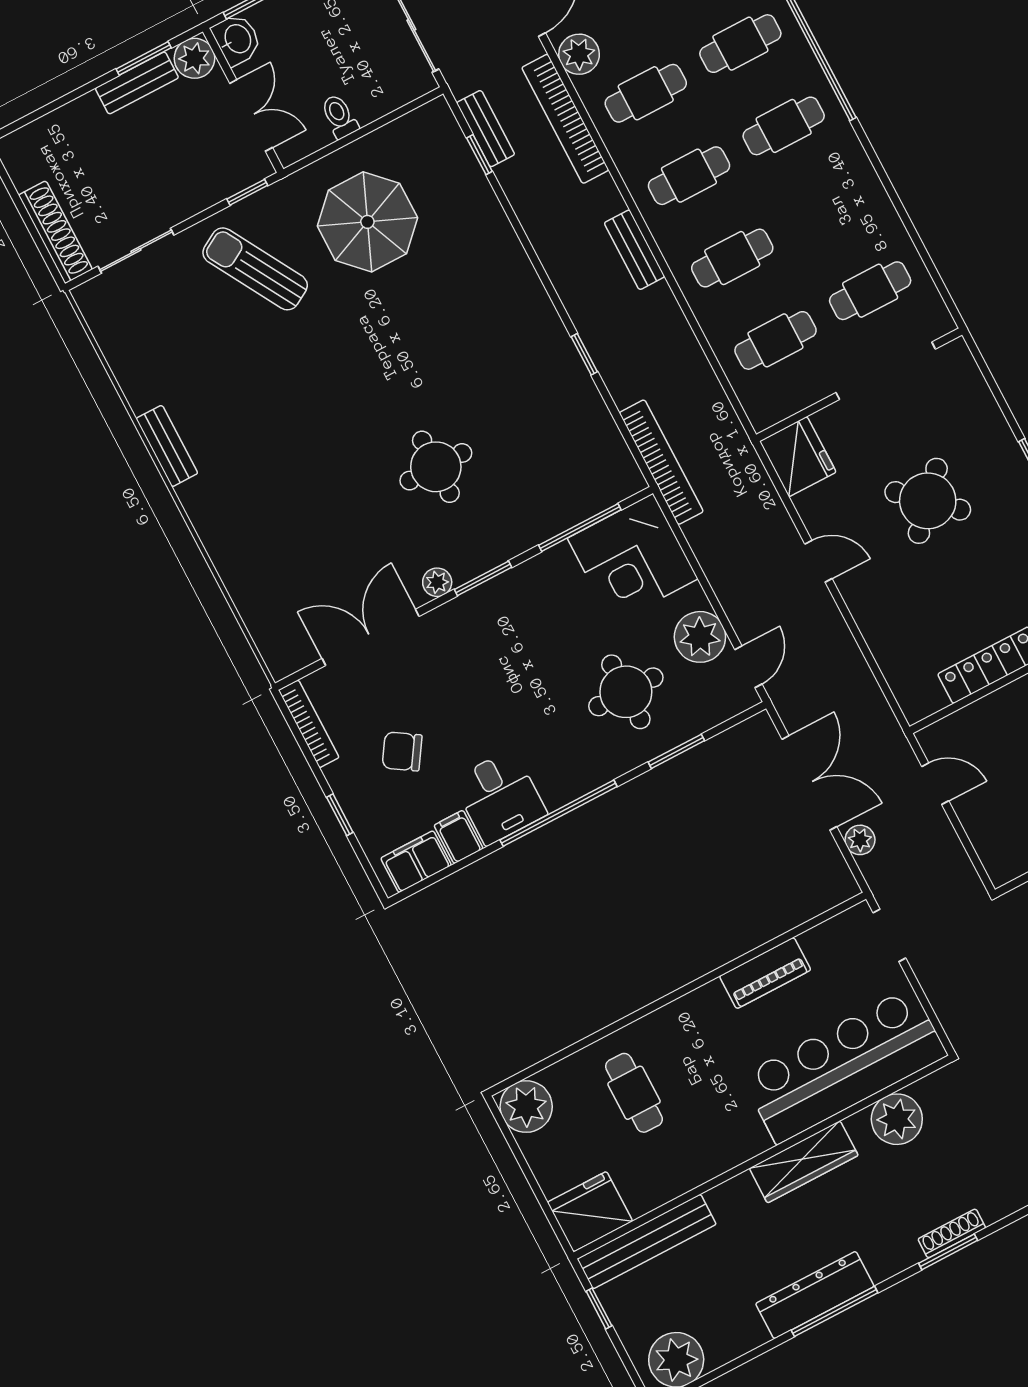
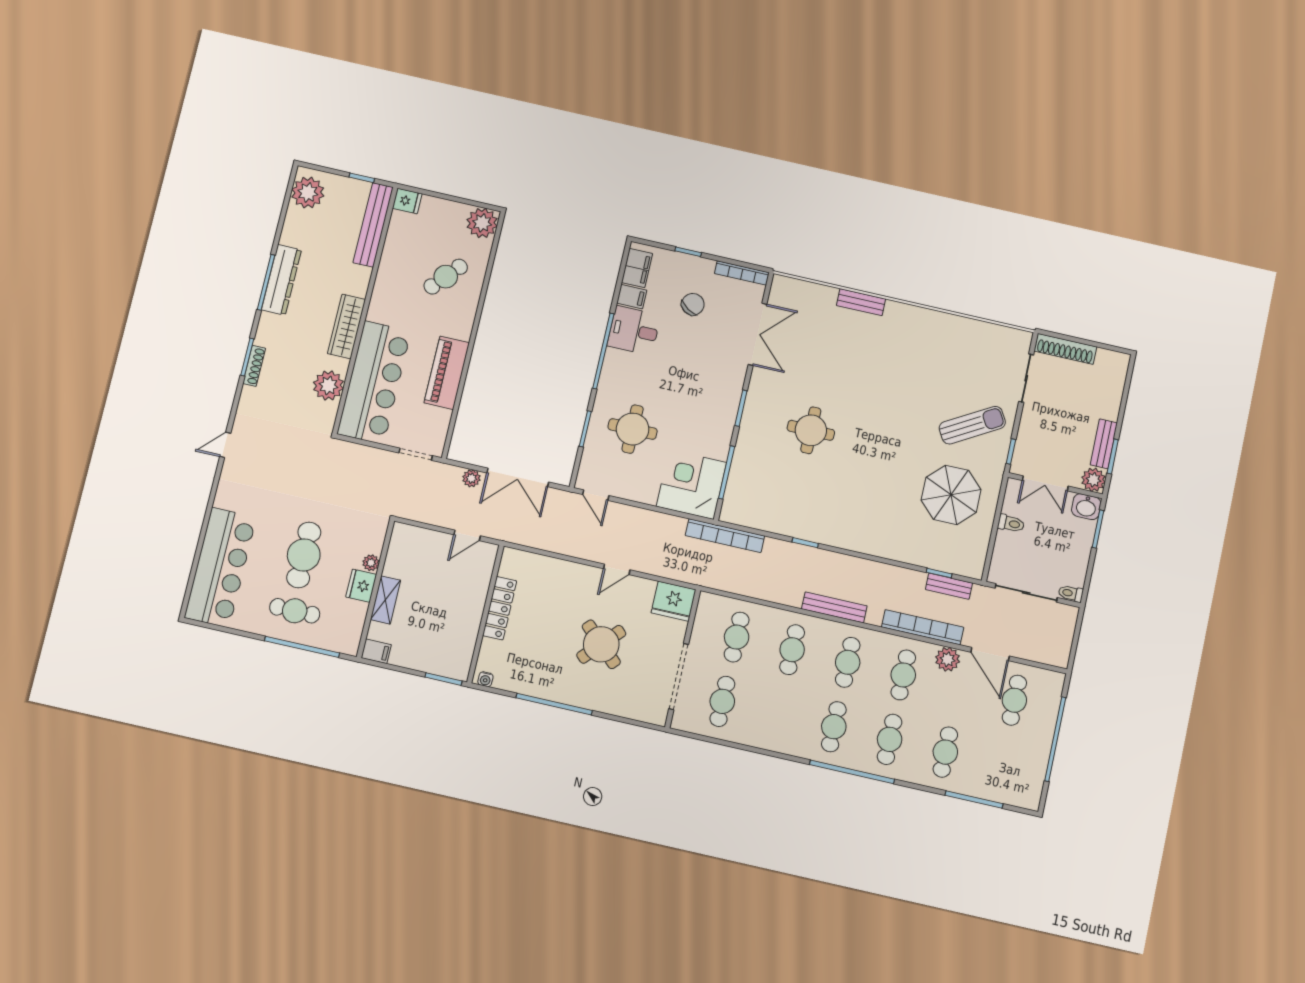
bench: (635, 250) -> (834, 607), width x1.36
bench: (167, 446) -> (861, 302), moved
plant: (437, 582) -> (757, 386), removed
plant: (700, 637) -> (629, 485), removed
piano: (765, 973) -> (447, 373), width x1.37, depth x1.33
cafe table: (634, 1093) -> (446, 277), turned -49
fridge: (590, 1212) -> (407, 201), width x0.53, depth x0.75

